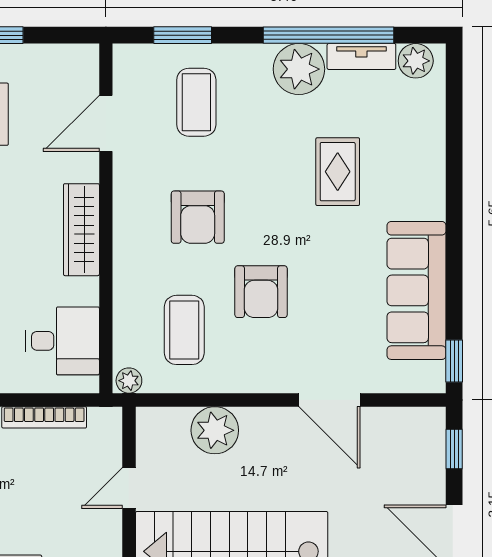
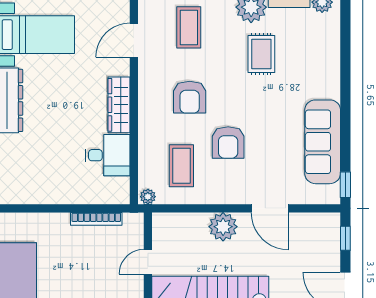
rug: (338, 172) -> (261, 54), moved
desk: (62, 341) -> (107, 155), moved
plant: (215, 430) -> (223, 227), moved

